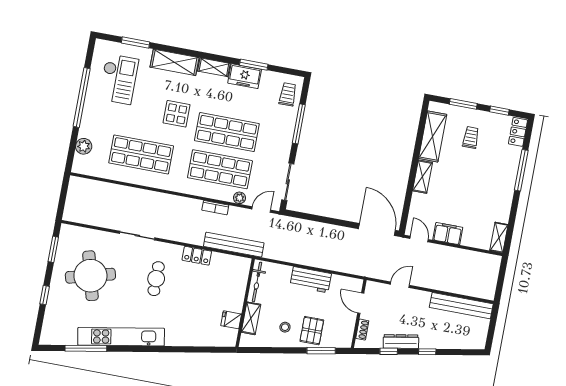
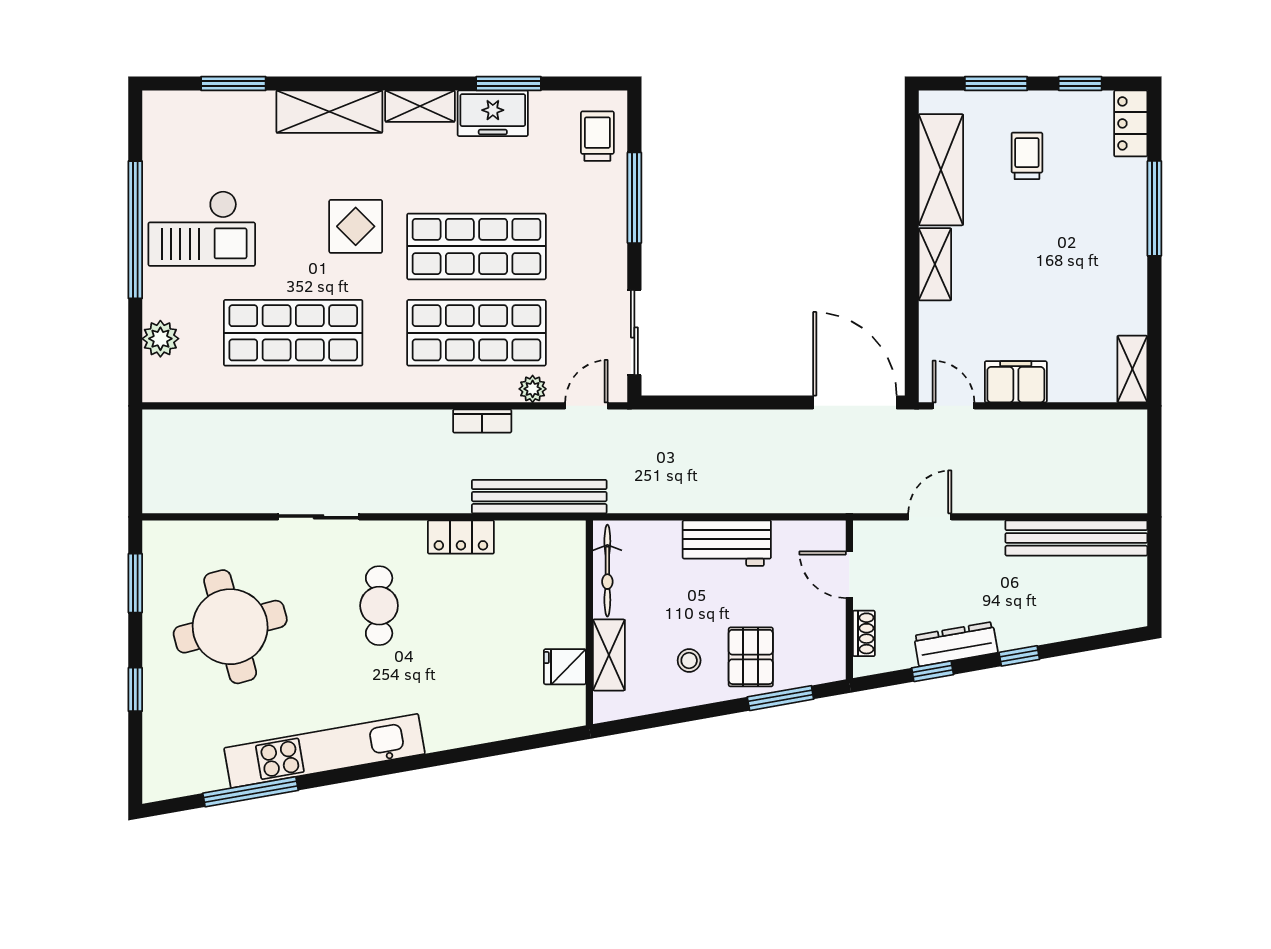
checkout: (119, 79) -> (202, 228), moved, turned 90

